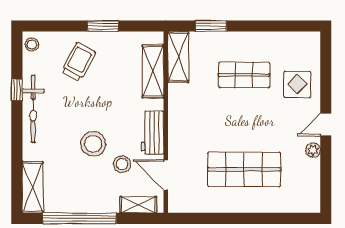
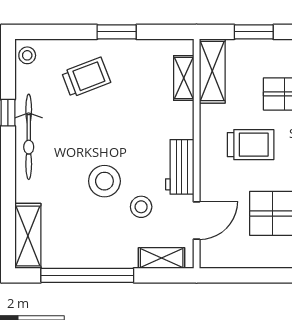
trolley: (79, 62) -> (86, 77), turned 41
shelving: (153, 71) -> (184, 78), width x0.67, depth x0.75
trolley: (208, 115) -> (251, 145), added
door: (166, 175) -> (197, 220), swing flipped

